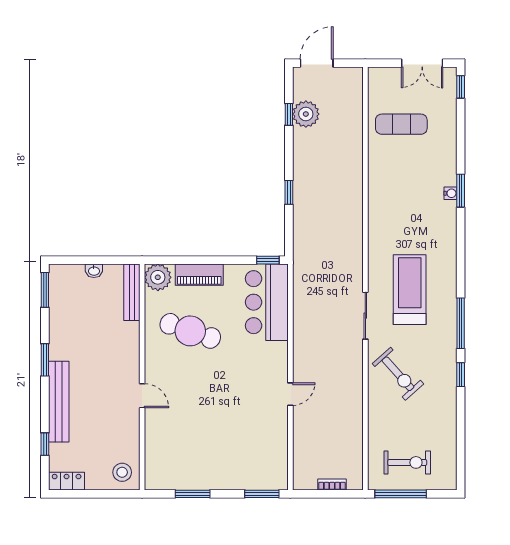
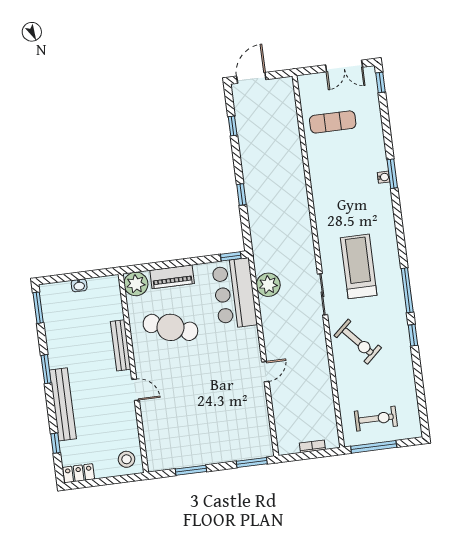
plant: (306, 114) -> (268, 285), moved
bench: (132, 292) -> (121, 345), moved

